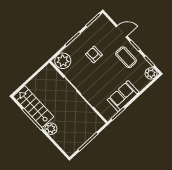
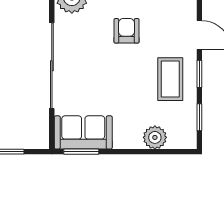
plant: (151, 73) -> (155, 137), moved
sofa: (123, 96) -> (83, 132), moved

